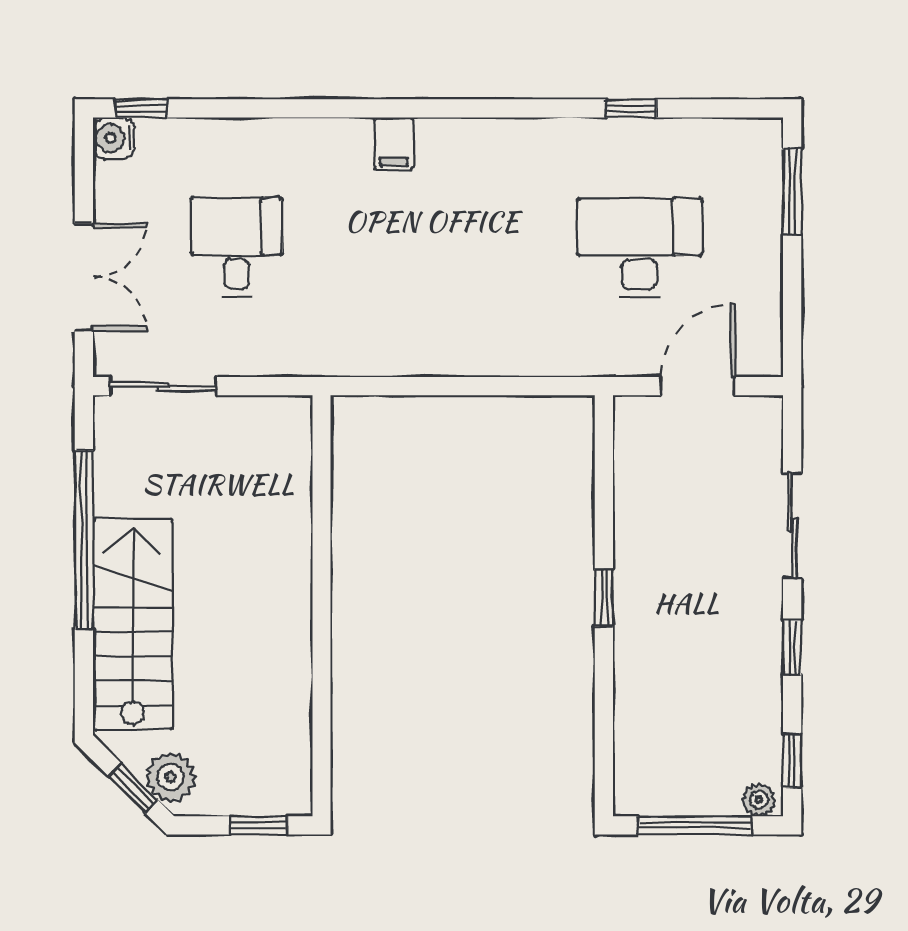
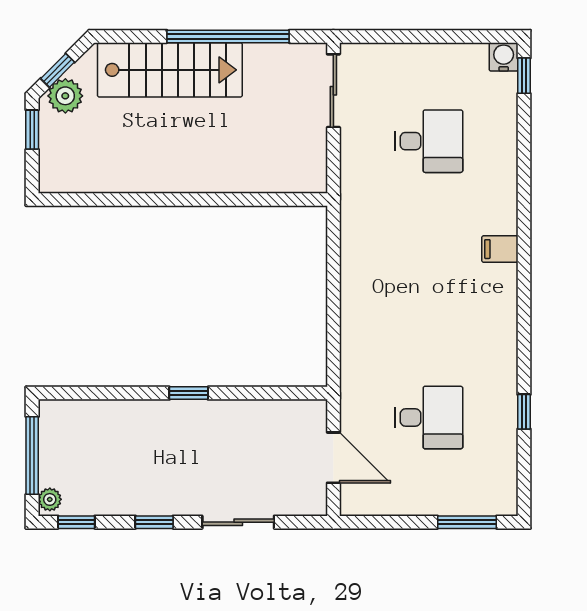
desk: (639, 247) -> (429, 418), width x0.73
double door: (84, 277) -> (408, 36), removed
window: (259, 825) -> (32, 130), moved

